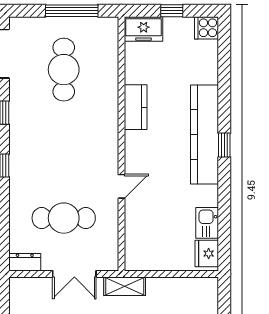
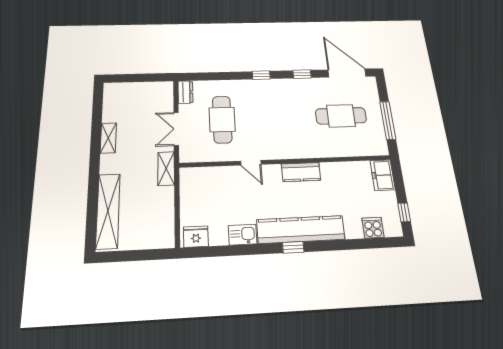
window: (172, 11) -> (404, 212), moved
cooker: (207, 28) -> (373, 228), moved
kitchen counter: (136, 107) -> (301, 172), moved
kitchen sink: (207, 223) -> (243, 235), moved

